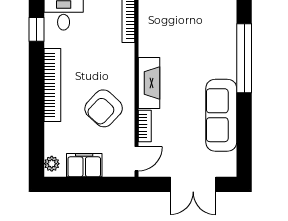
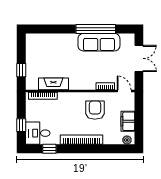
window: (244, 58) -> (96, 29), moved
fireplace: (149, 83) -> (53, 84), moved
armchair: (104, 108) -> (95, 110), turned -133

